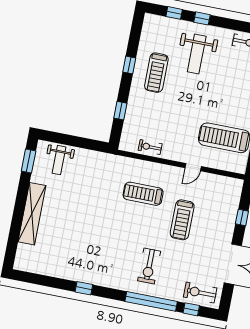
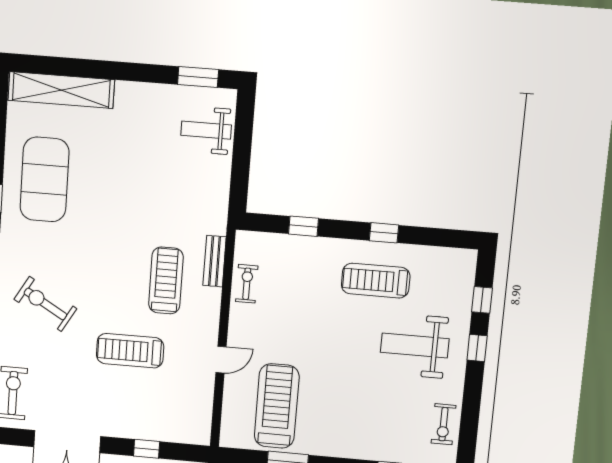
bench: (135, 164) -> (215, 261), added
door: (193, 167) -> (221, 360), swing flipped
shelving: (32, 214) -> (61, 90), moved
exercise mat: (77, 257) -> (45, 179), added
exercise bike: (149, 266) -> (45, 304), turned 30

